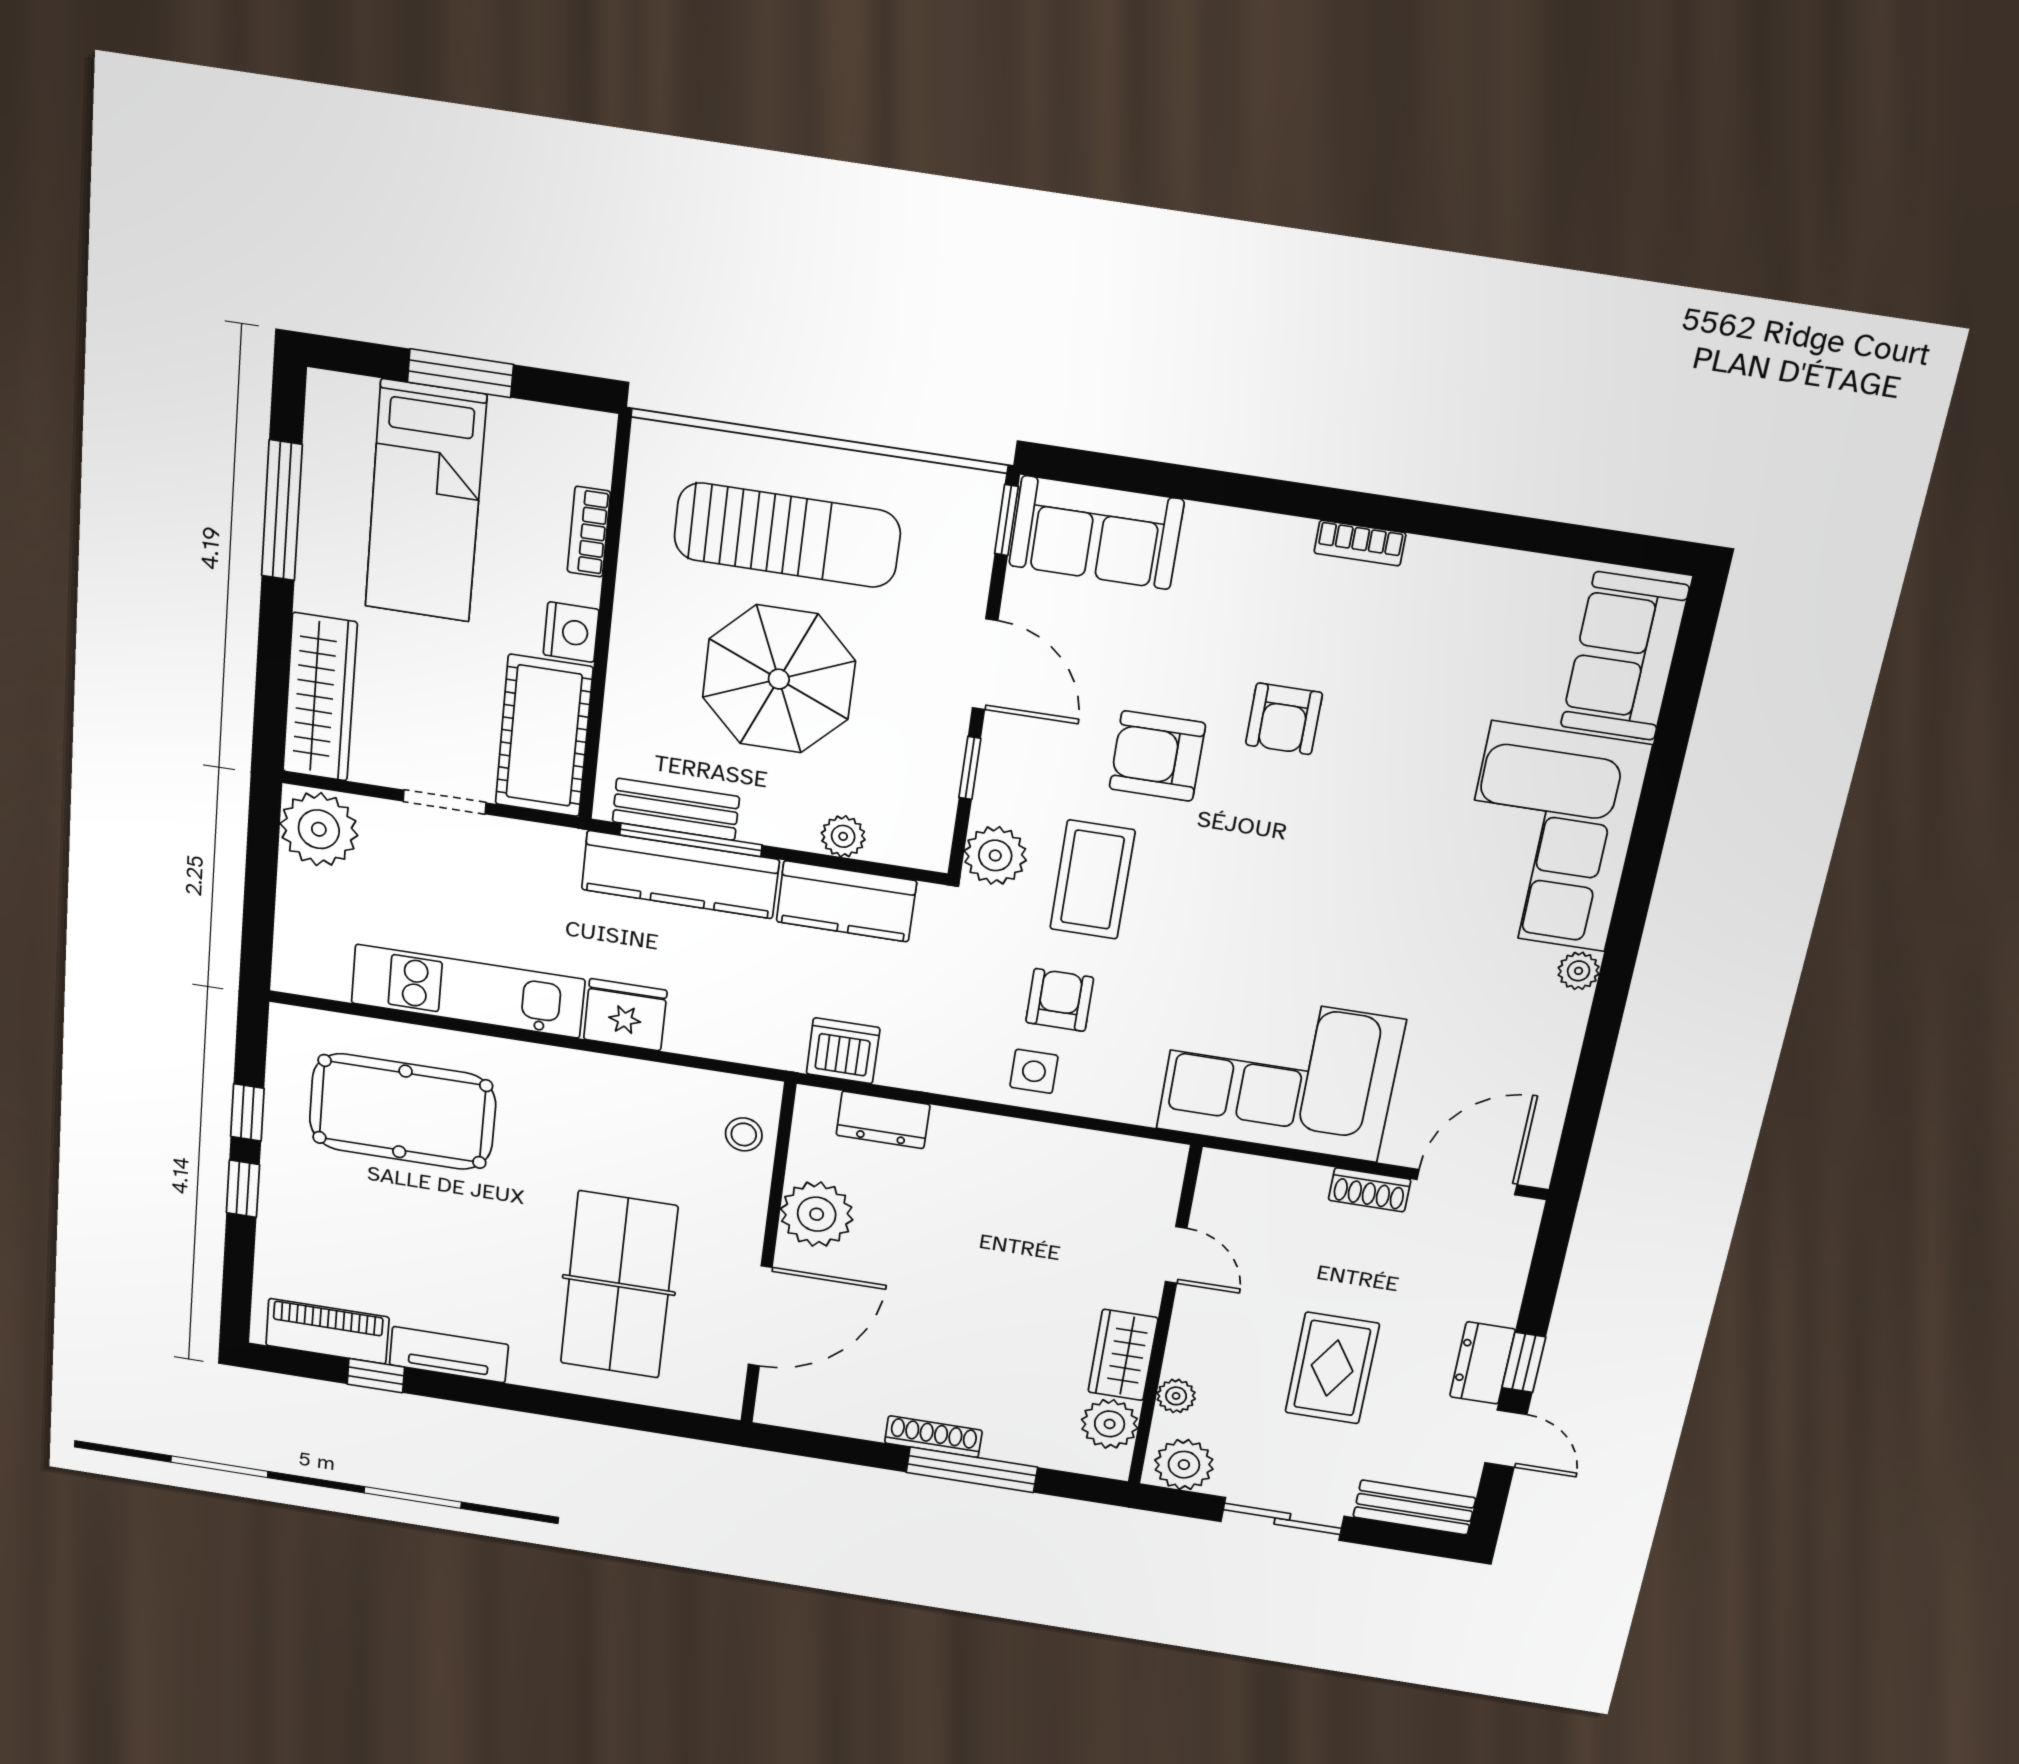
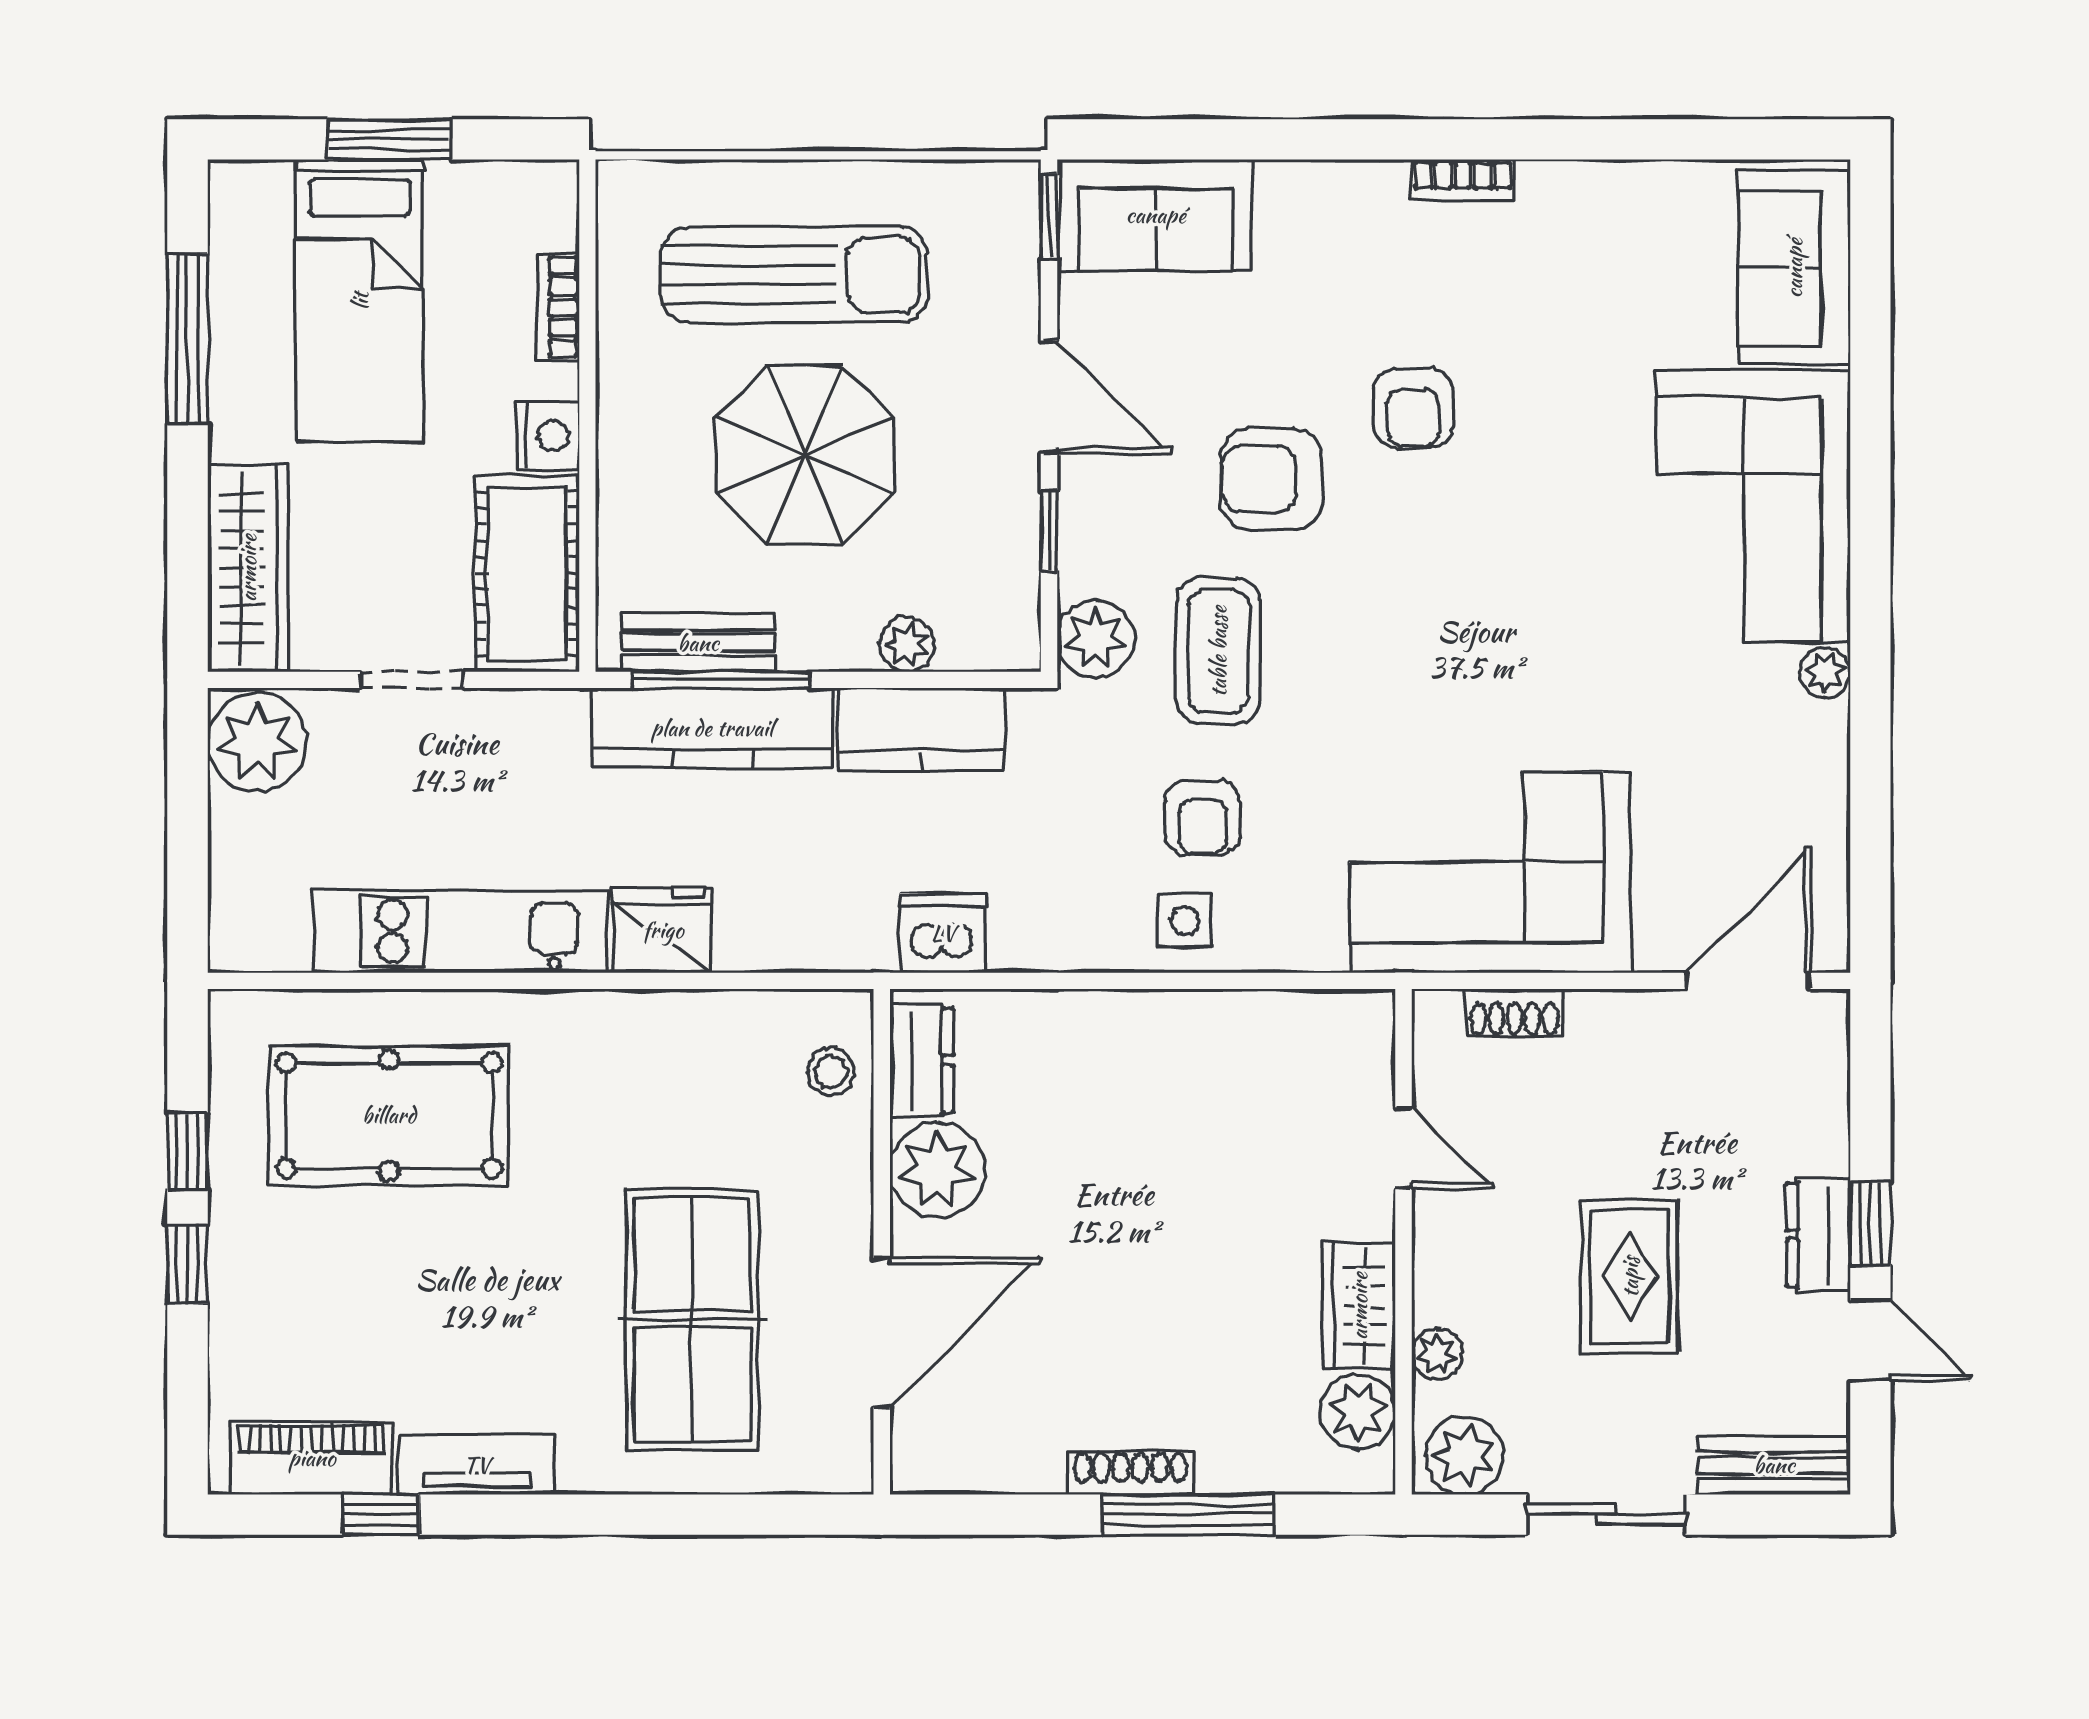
armchair: (1060, 1000) -> (1202, 818), turned 180
dresser: (883, 1120) -> (922, 1060), moved, turned -90
shoe rack: (1370, 1190) -> (1514, 1013), moved

